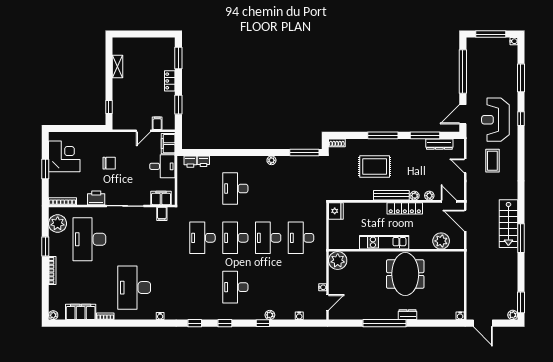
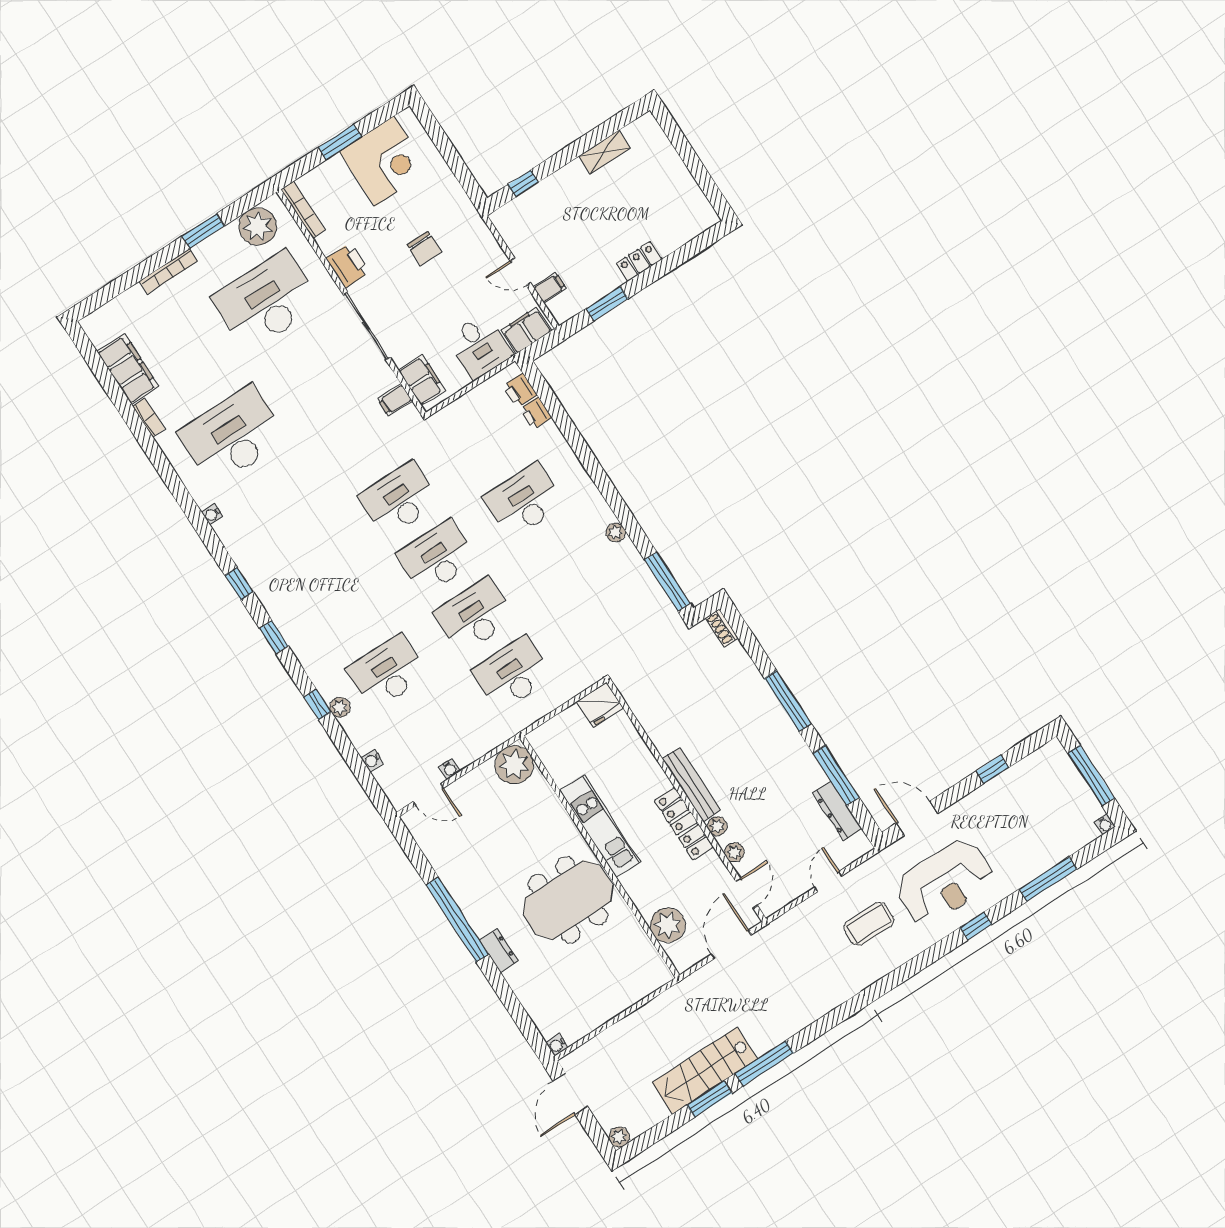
window: (178, 58) -> (690, 250), removed
window: (463, 72) -> (992, 769), width x0.32
reception desk: (495, 120) -> (945, 882), turned 180
rug: (375, 166) -> (723, 722), removed
stairs: (508, 224) -> (705, 1071), moved
desk: (235, 287) -> (387, 672), moved
window: (521, 302) -> (709, 1099), moved
plant: (53, 315) -> (91, 324), removed

